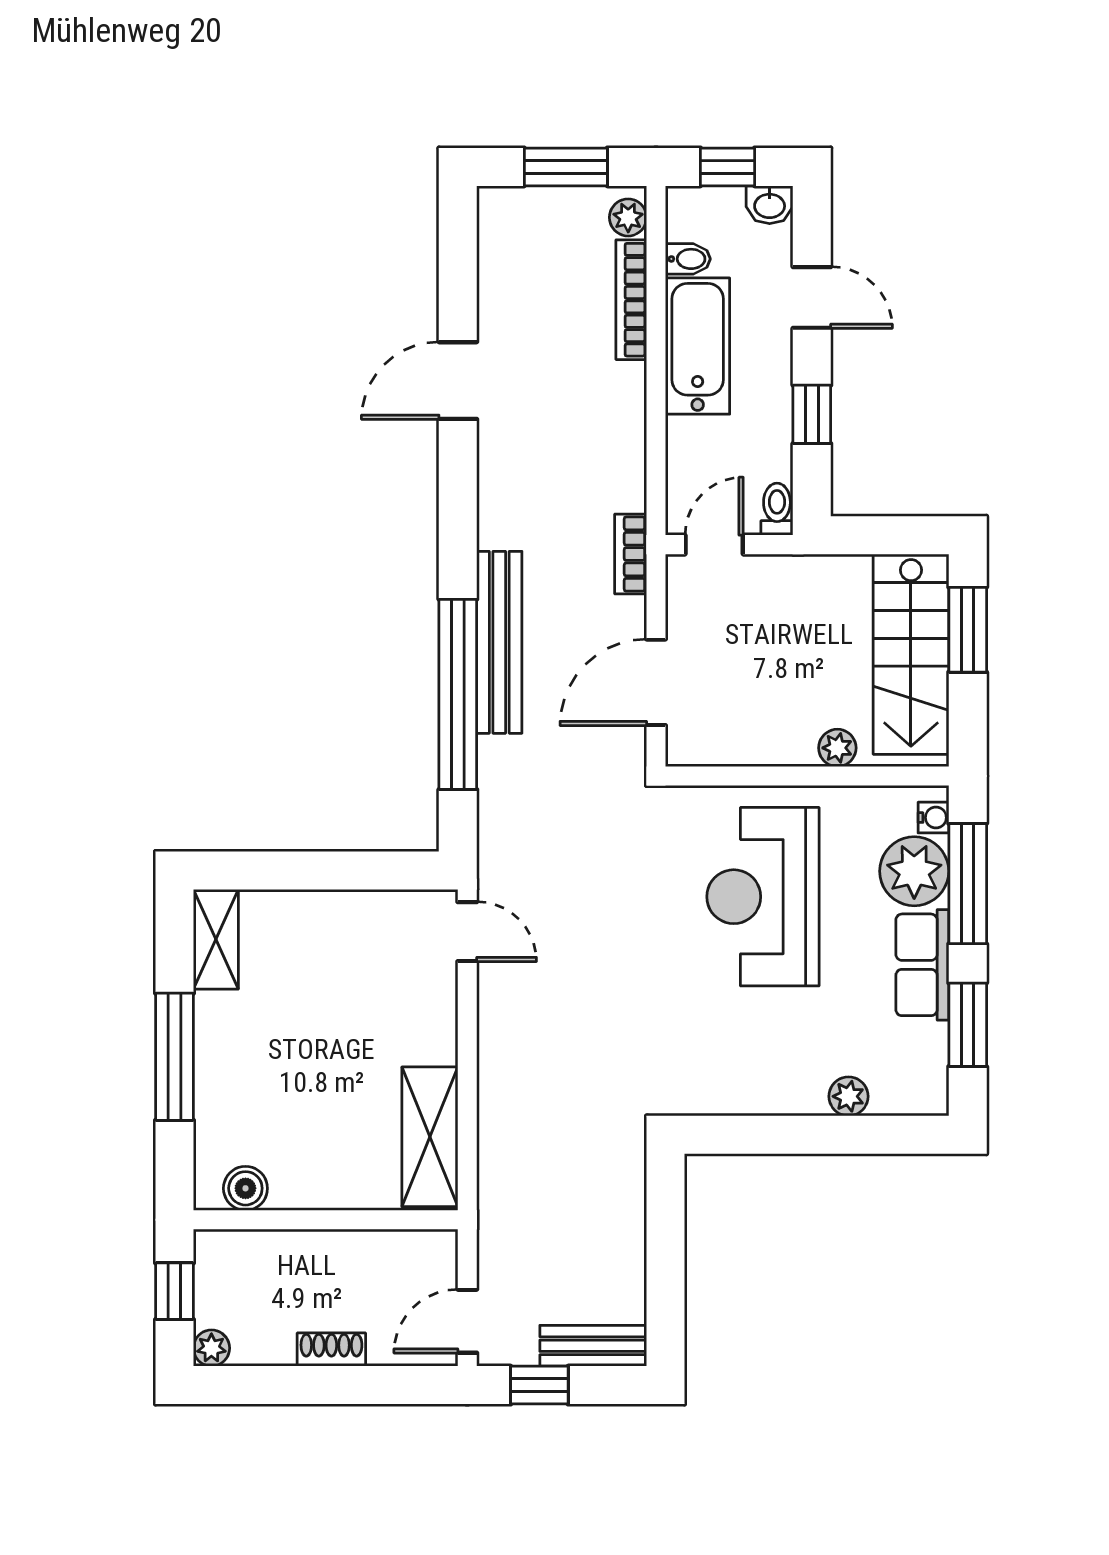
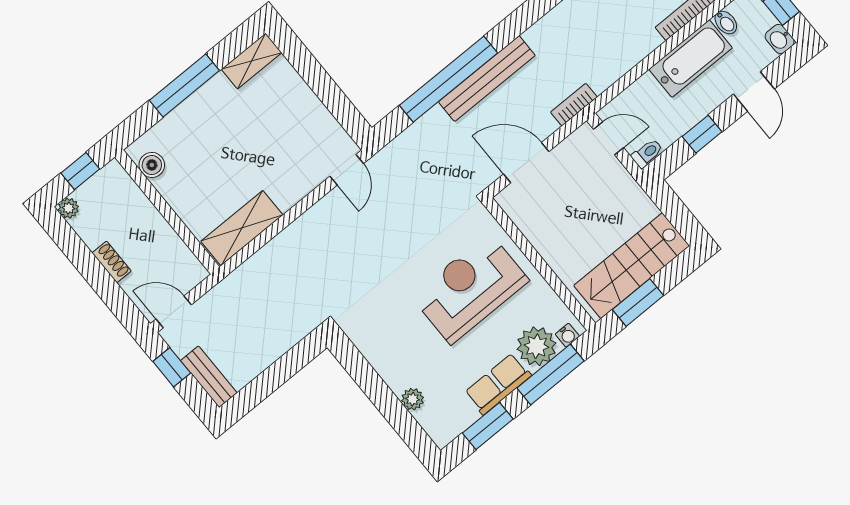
window: (968, 630) -> (638, 303), moved
plant: (837, 748) -> (563, 267), removed

